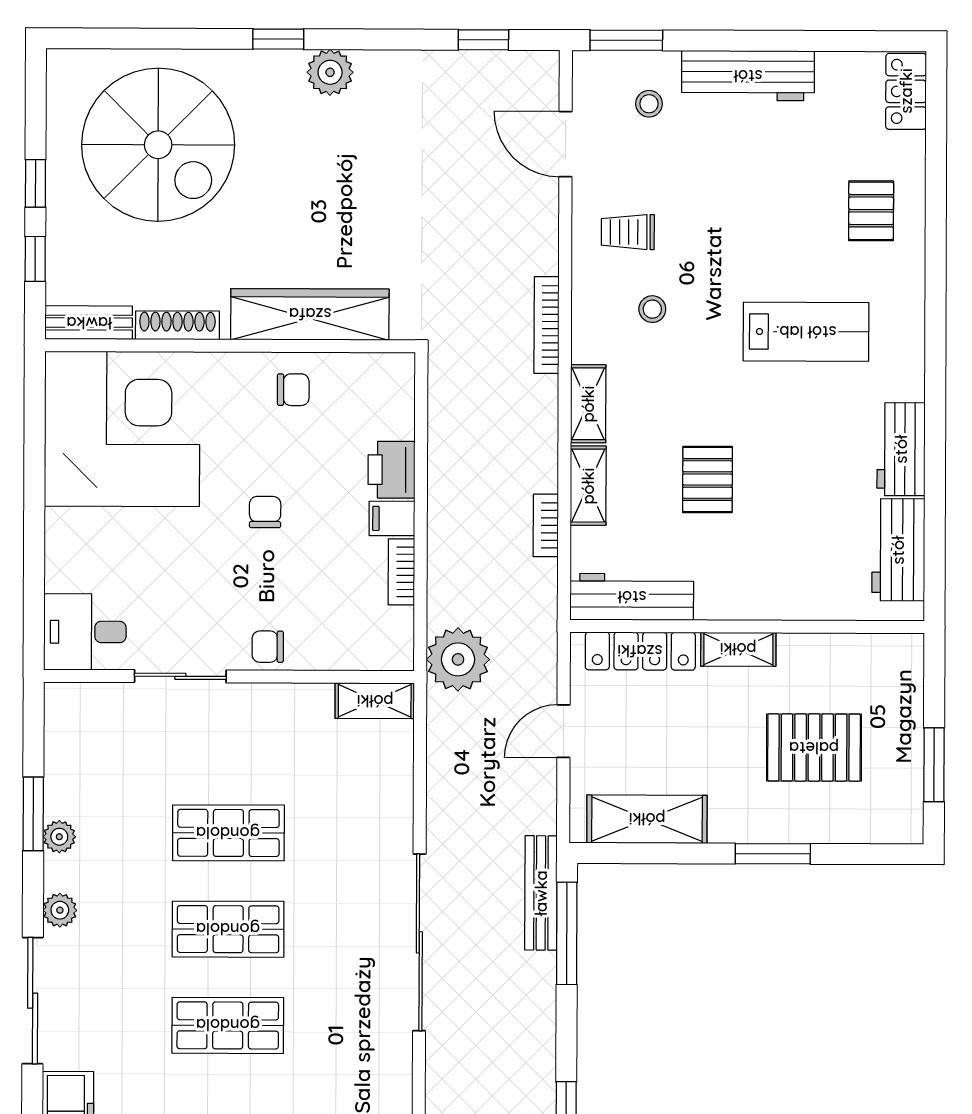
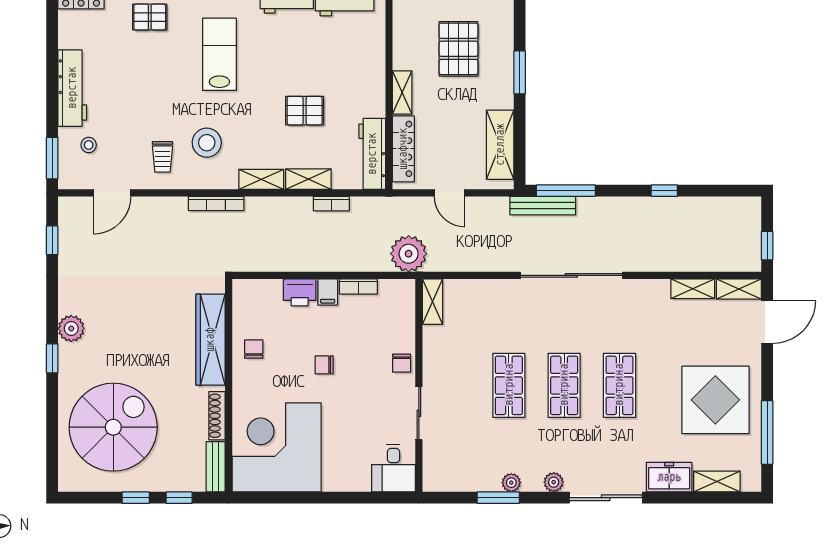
stool: (652, 309) -> (207, 143), width x1.89, depth x1.89

